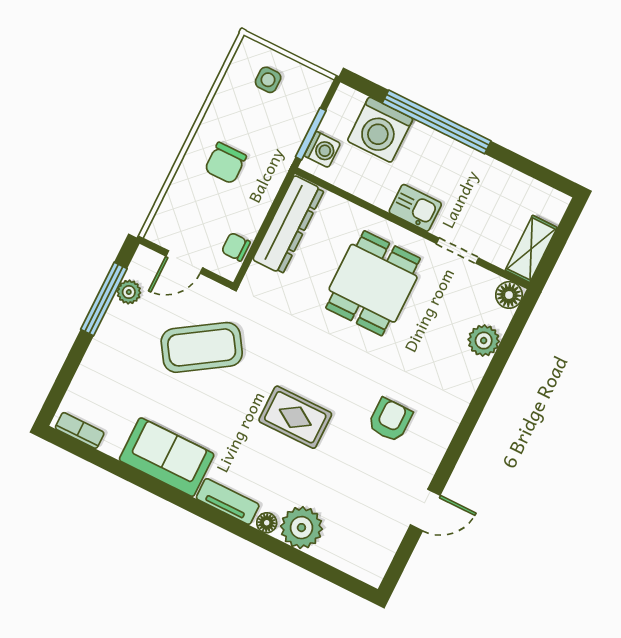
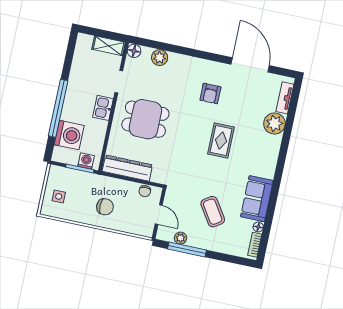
coffee table: (202, 347) -> (213, 212), moved, width x0.73, depth x0.76
armchair: (390, 420) -> (210, 94), turned -90
tv unit: (228, 502) -> (285, 98), moved
door: (425, 510) -> (250, 65), width x1.88
floor lamp: (267, 523) -> (258, 227), moved

